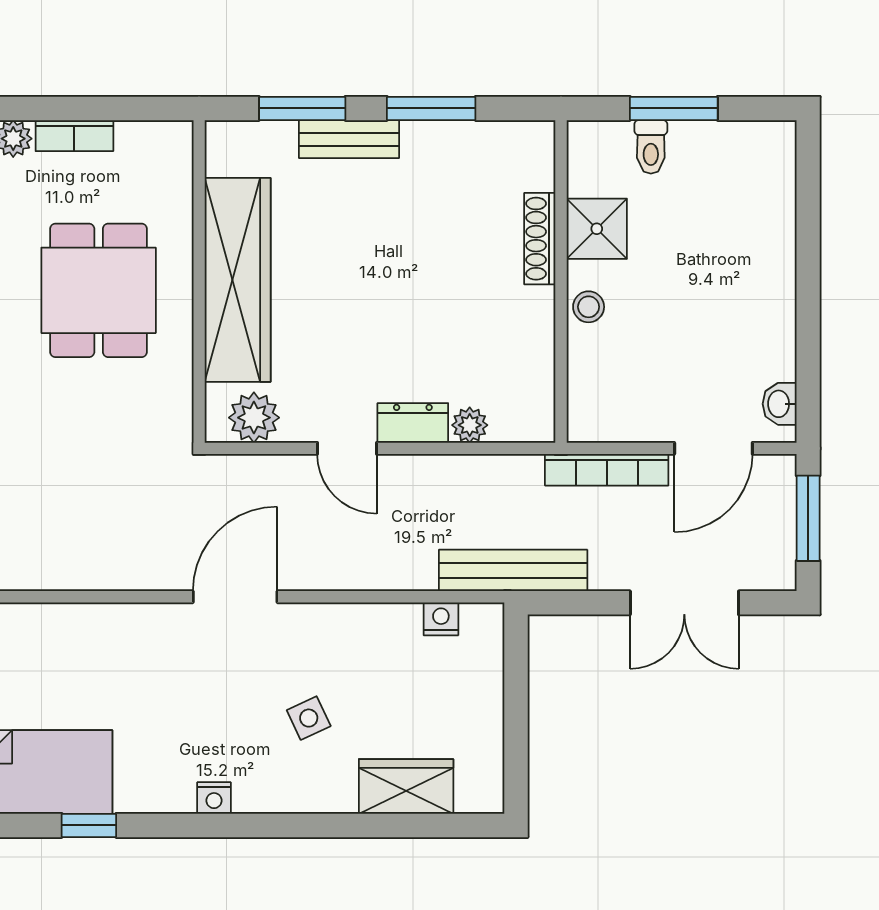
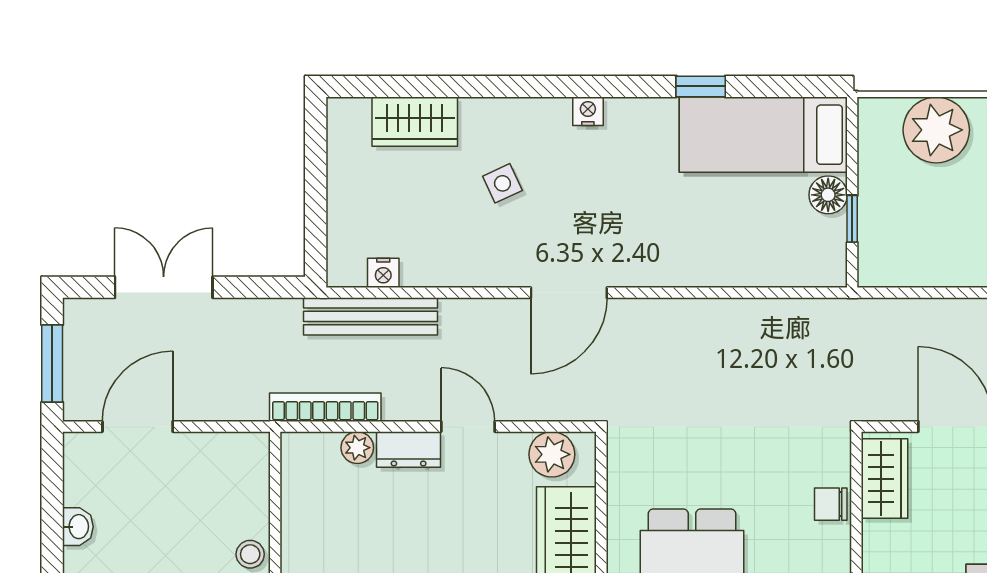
washbasin: (780, 404) -> (78, 527), moved
bookcase: (607, 470) -> (325, 407), moved
bench: (513, 570) -> (370, 316), moved

